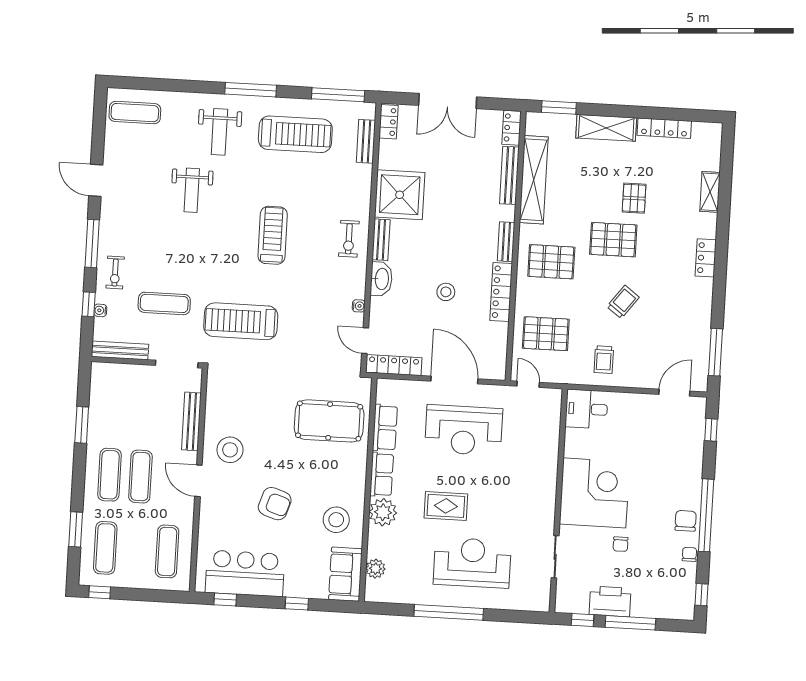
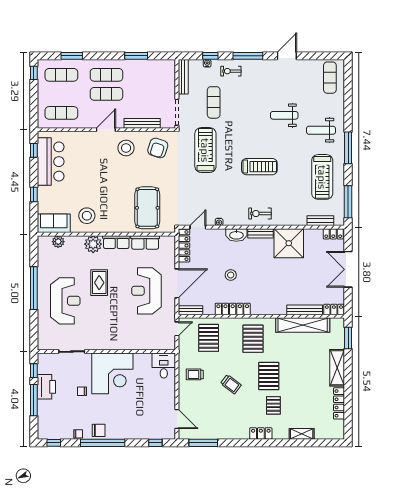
pallet: (634, 198) -> (273, 405), moved, turned 90
bench: (506, 242) -> (190, 310), moved
armchair: (275, 504) -> (158, 148), moved

